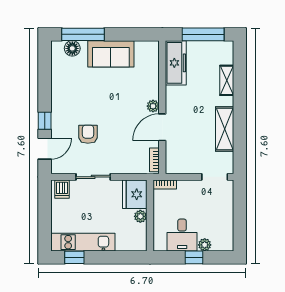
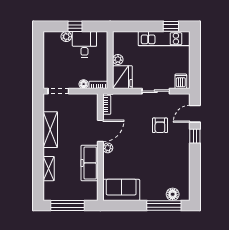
sofa: (111, 54) -> (121, 190), moved
freezer: (176, 63) -> (89, 163), moved
floor lamp: (183, 186) -> (84, 84), added

